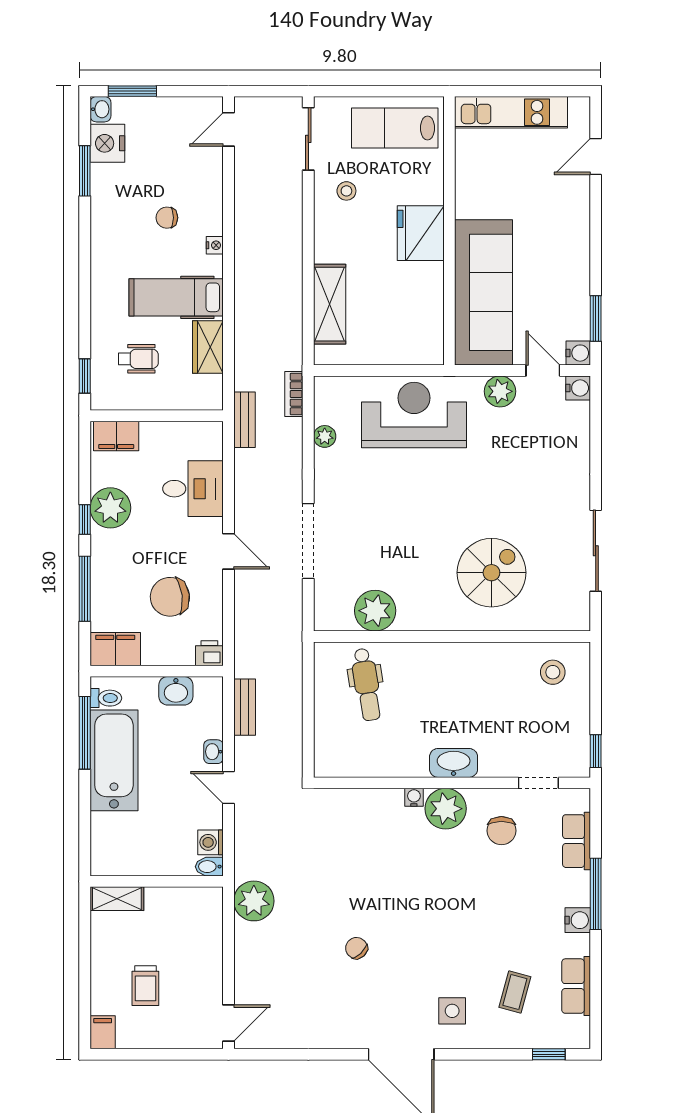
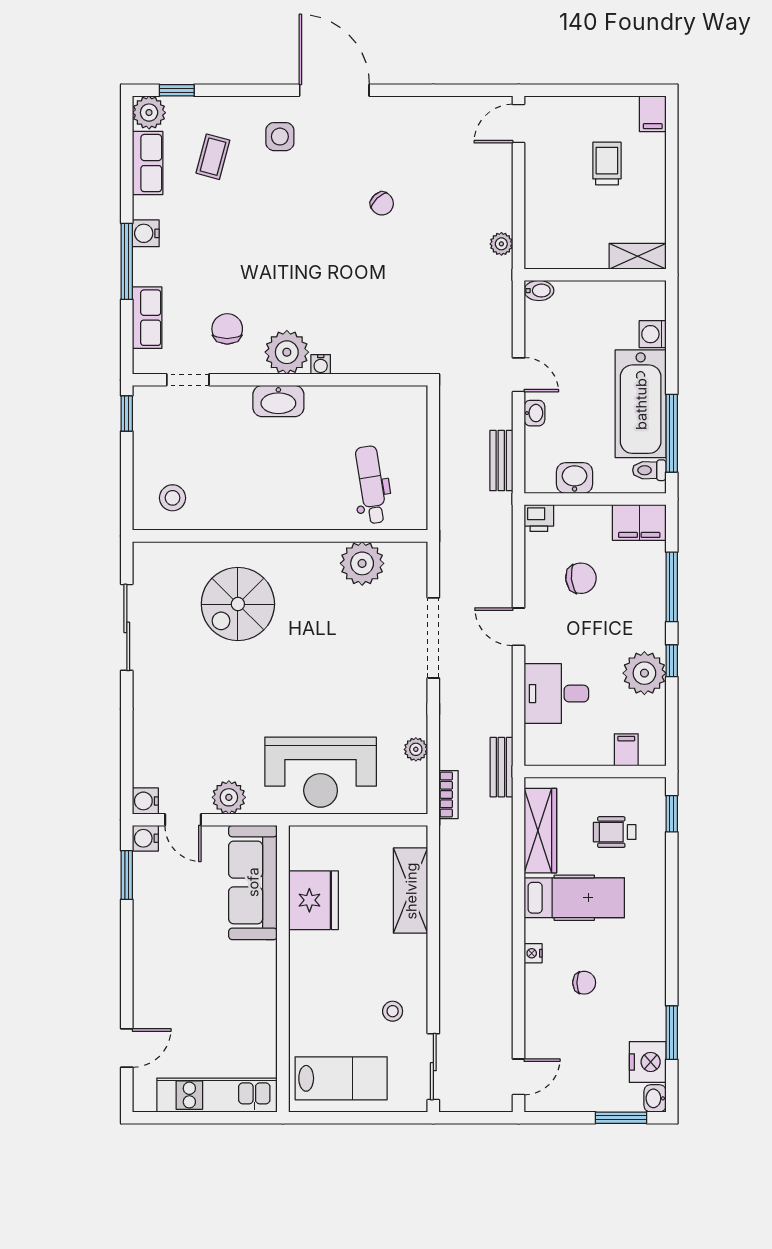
fridge: (421, 233) -> (313, 900), moved
sofa: (484, 292) -> (253, 882), width x0.74, depth x0.79
wardrobe: (208, 347) -> (540, 831), width x1.50
filing cabinet: (116, 436) -> (626, 750), width x0.50
chair: (170, 597) -> (581, 578), width x0.73, depth x0.73
washing machine: (211, 842) -> (653, 334), moved, turned 180
plant: (254, 901) -> (501, 244), width x0.53, depth x0.53
plant: (575, 1033) -> (149, 113), added

